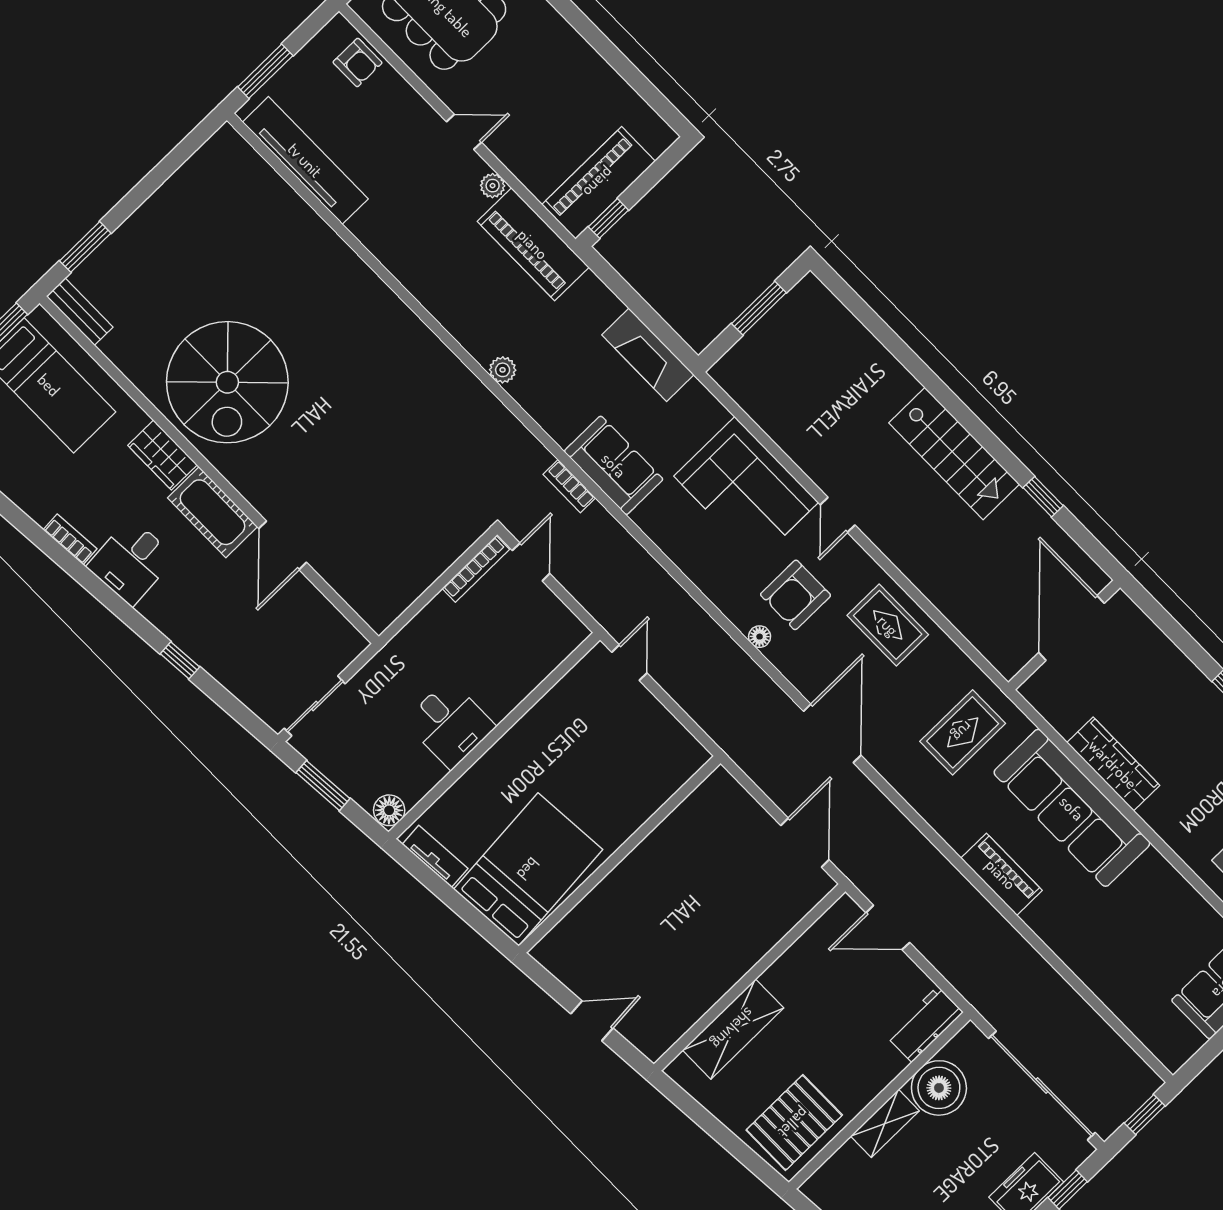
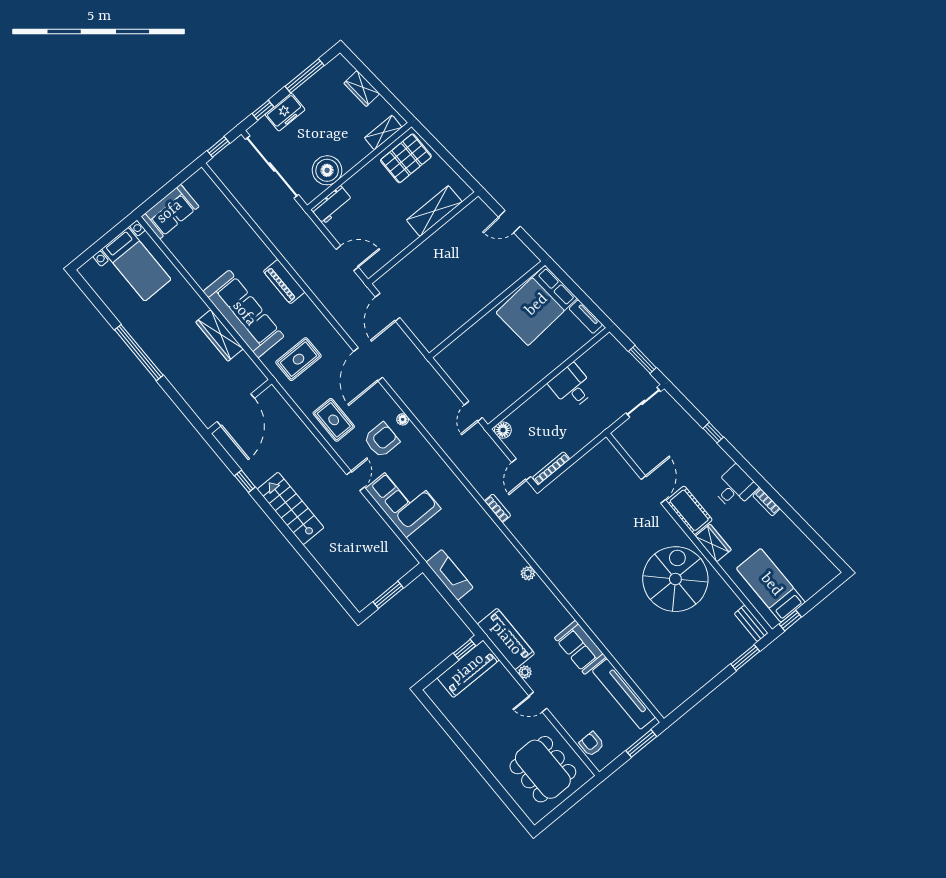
sofa: (614, 465) -> (580, 647), moved
floor lamp: (389, 810) -> (503, 430), moved
shelving: (885, 1123) -> (383, 133), moved

